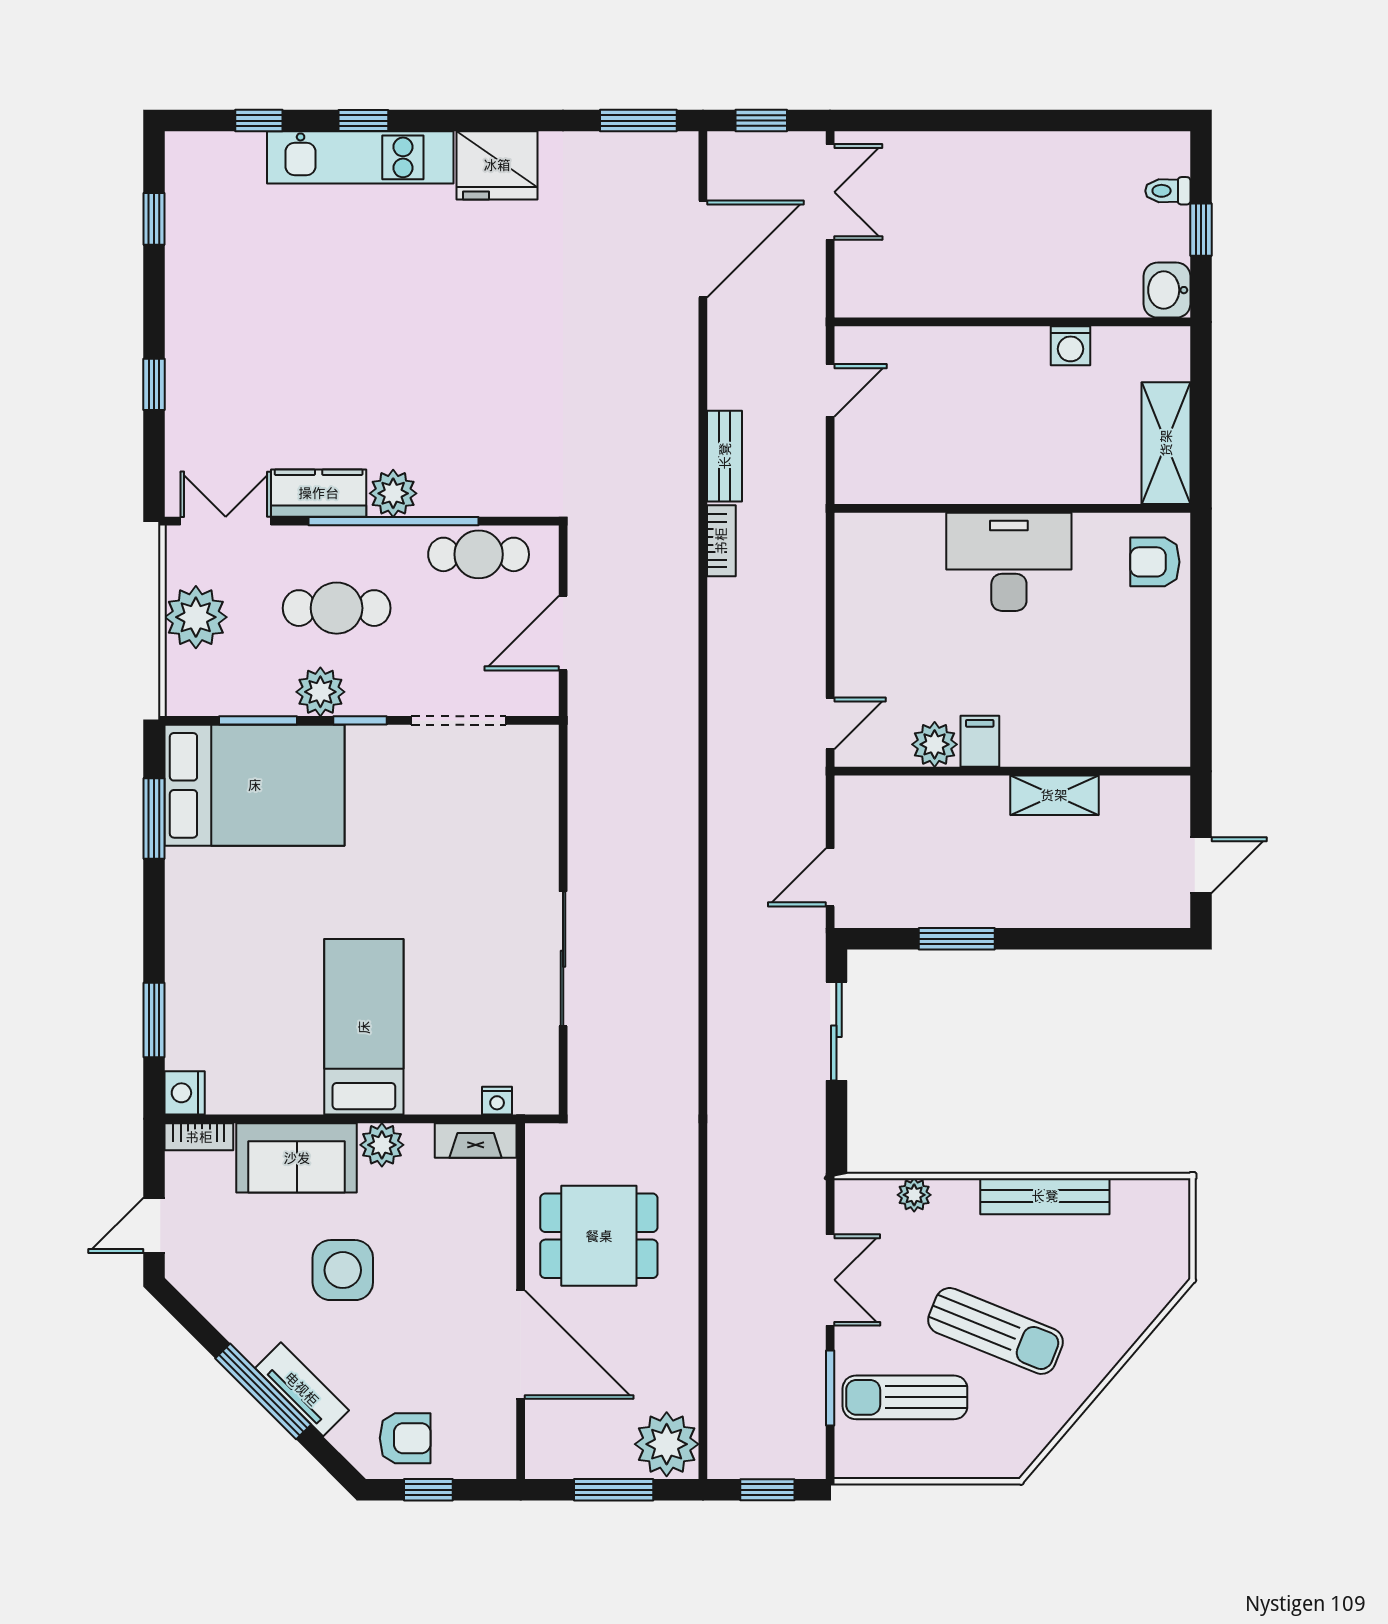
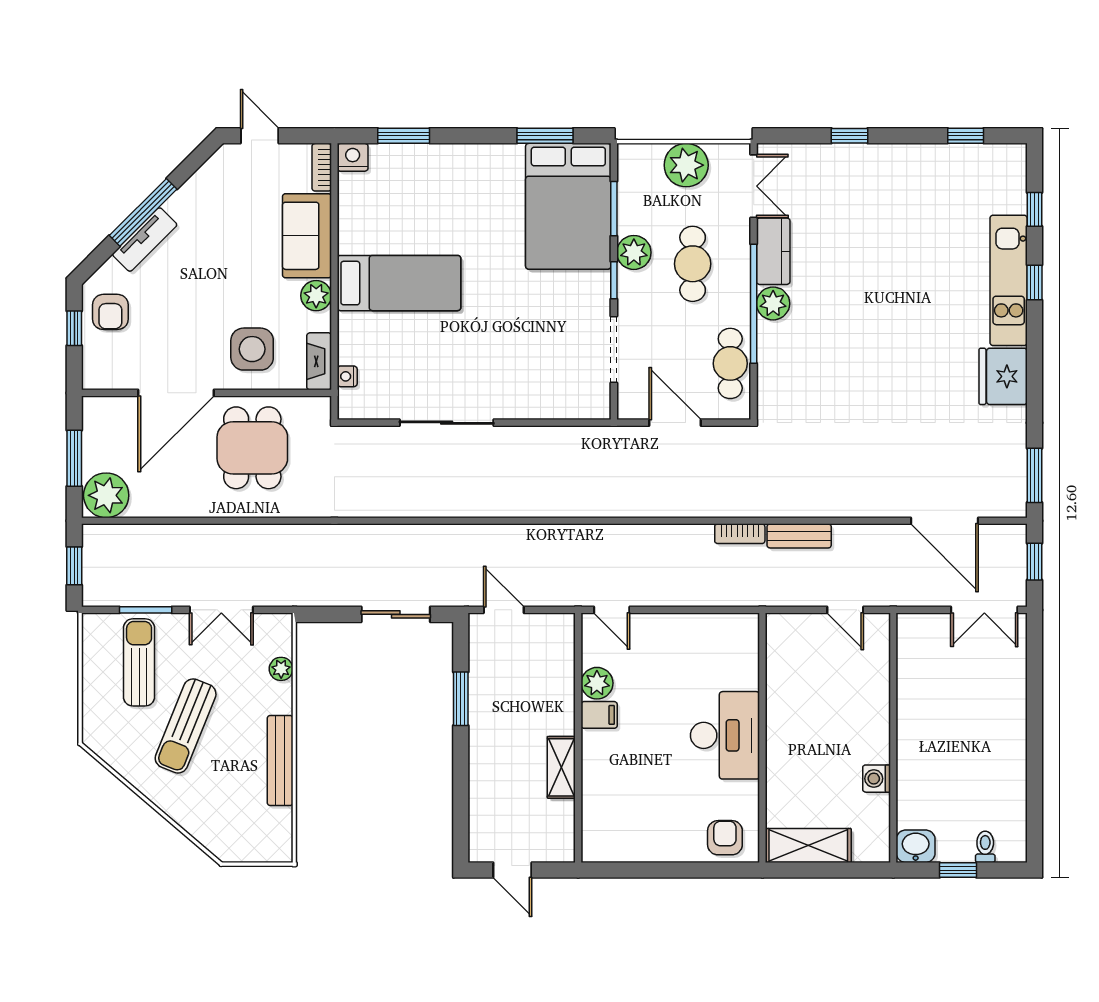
side table: (343, 1270) -> (252, 349), moved

